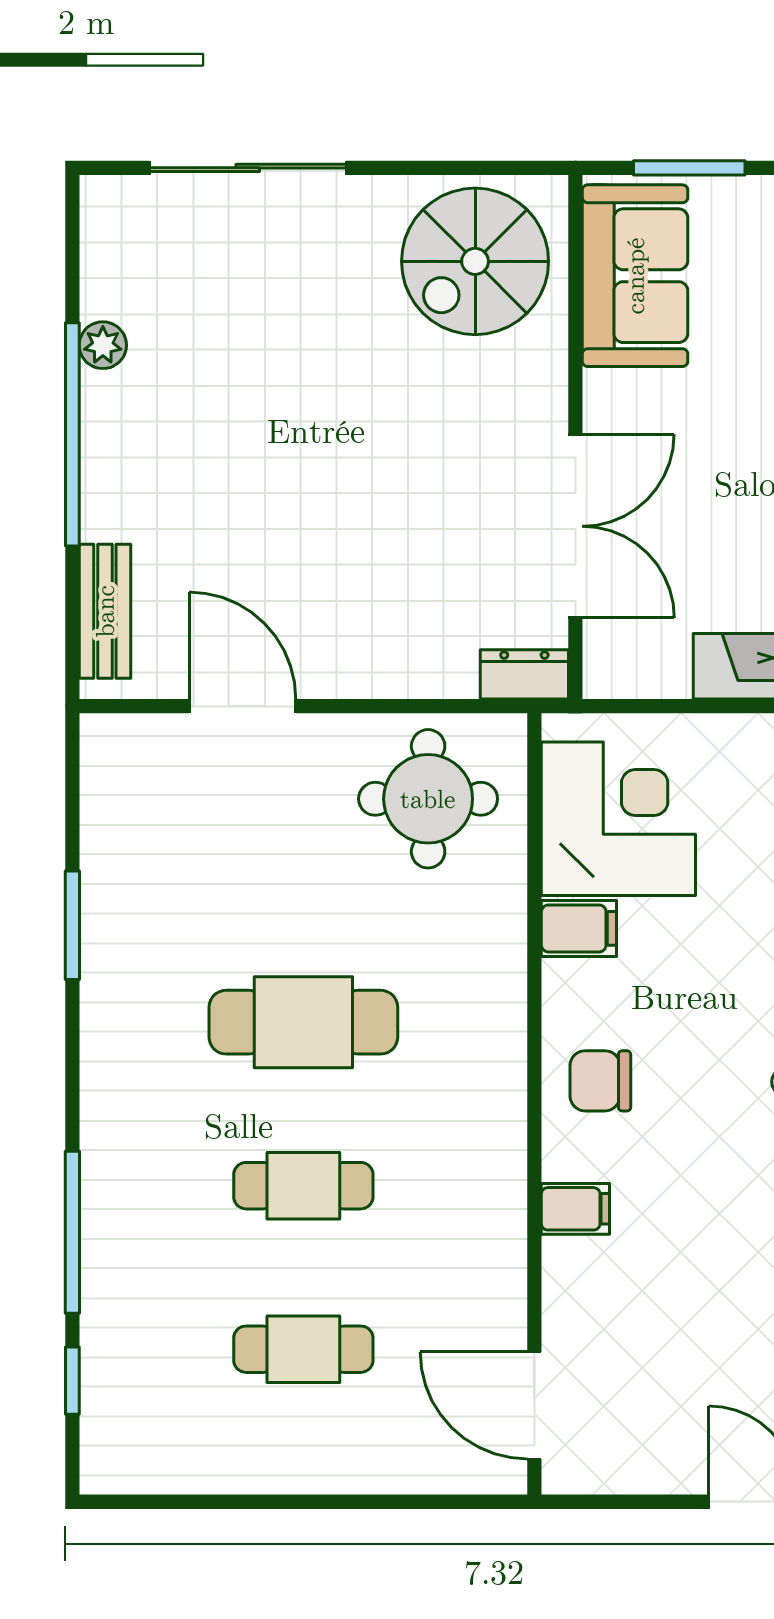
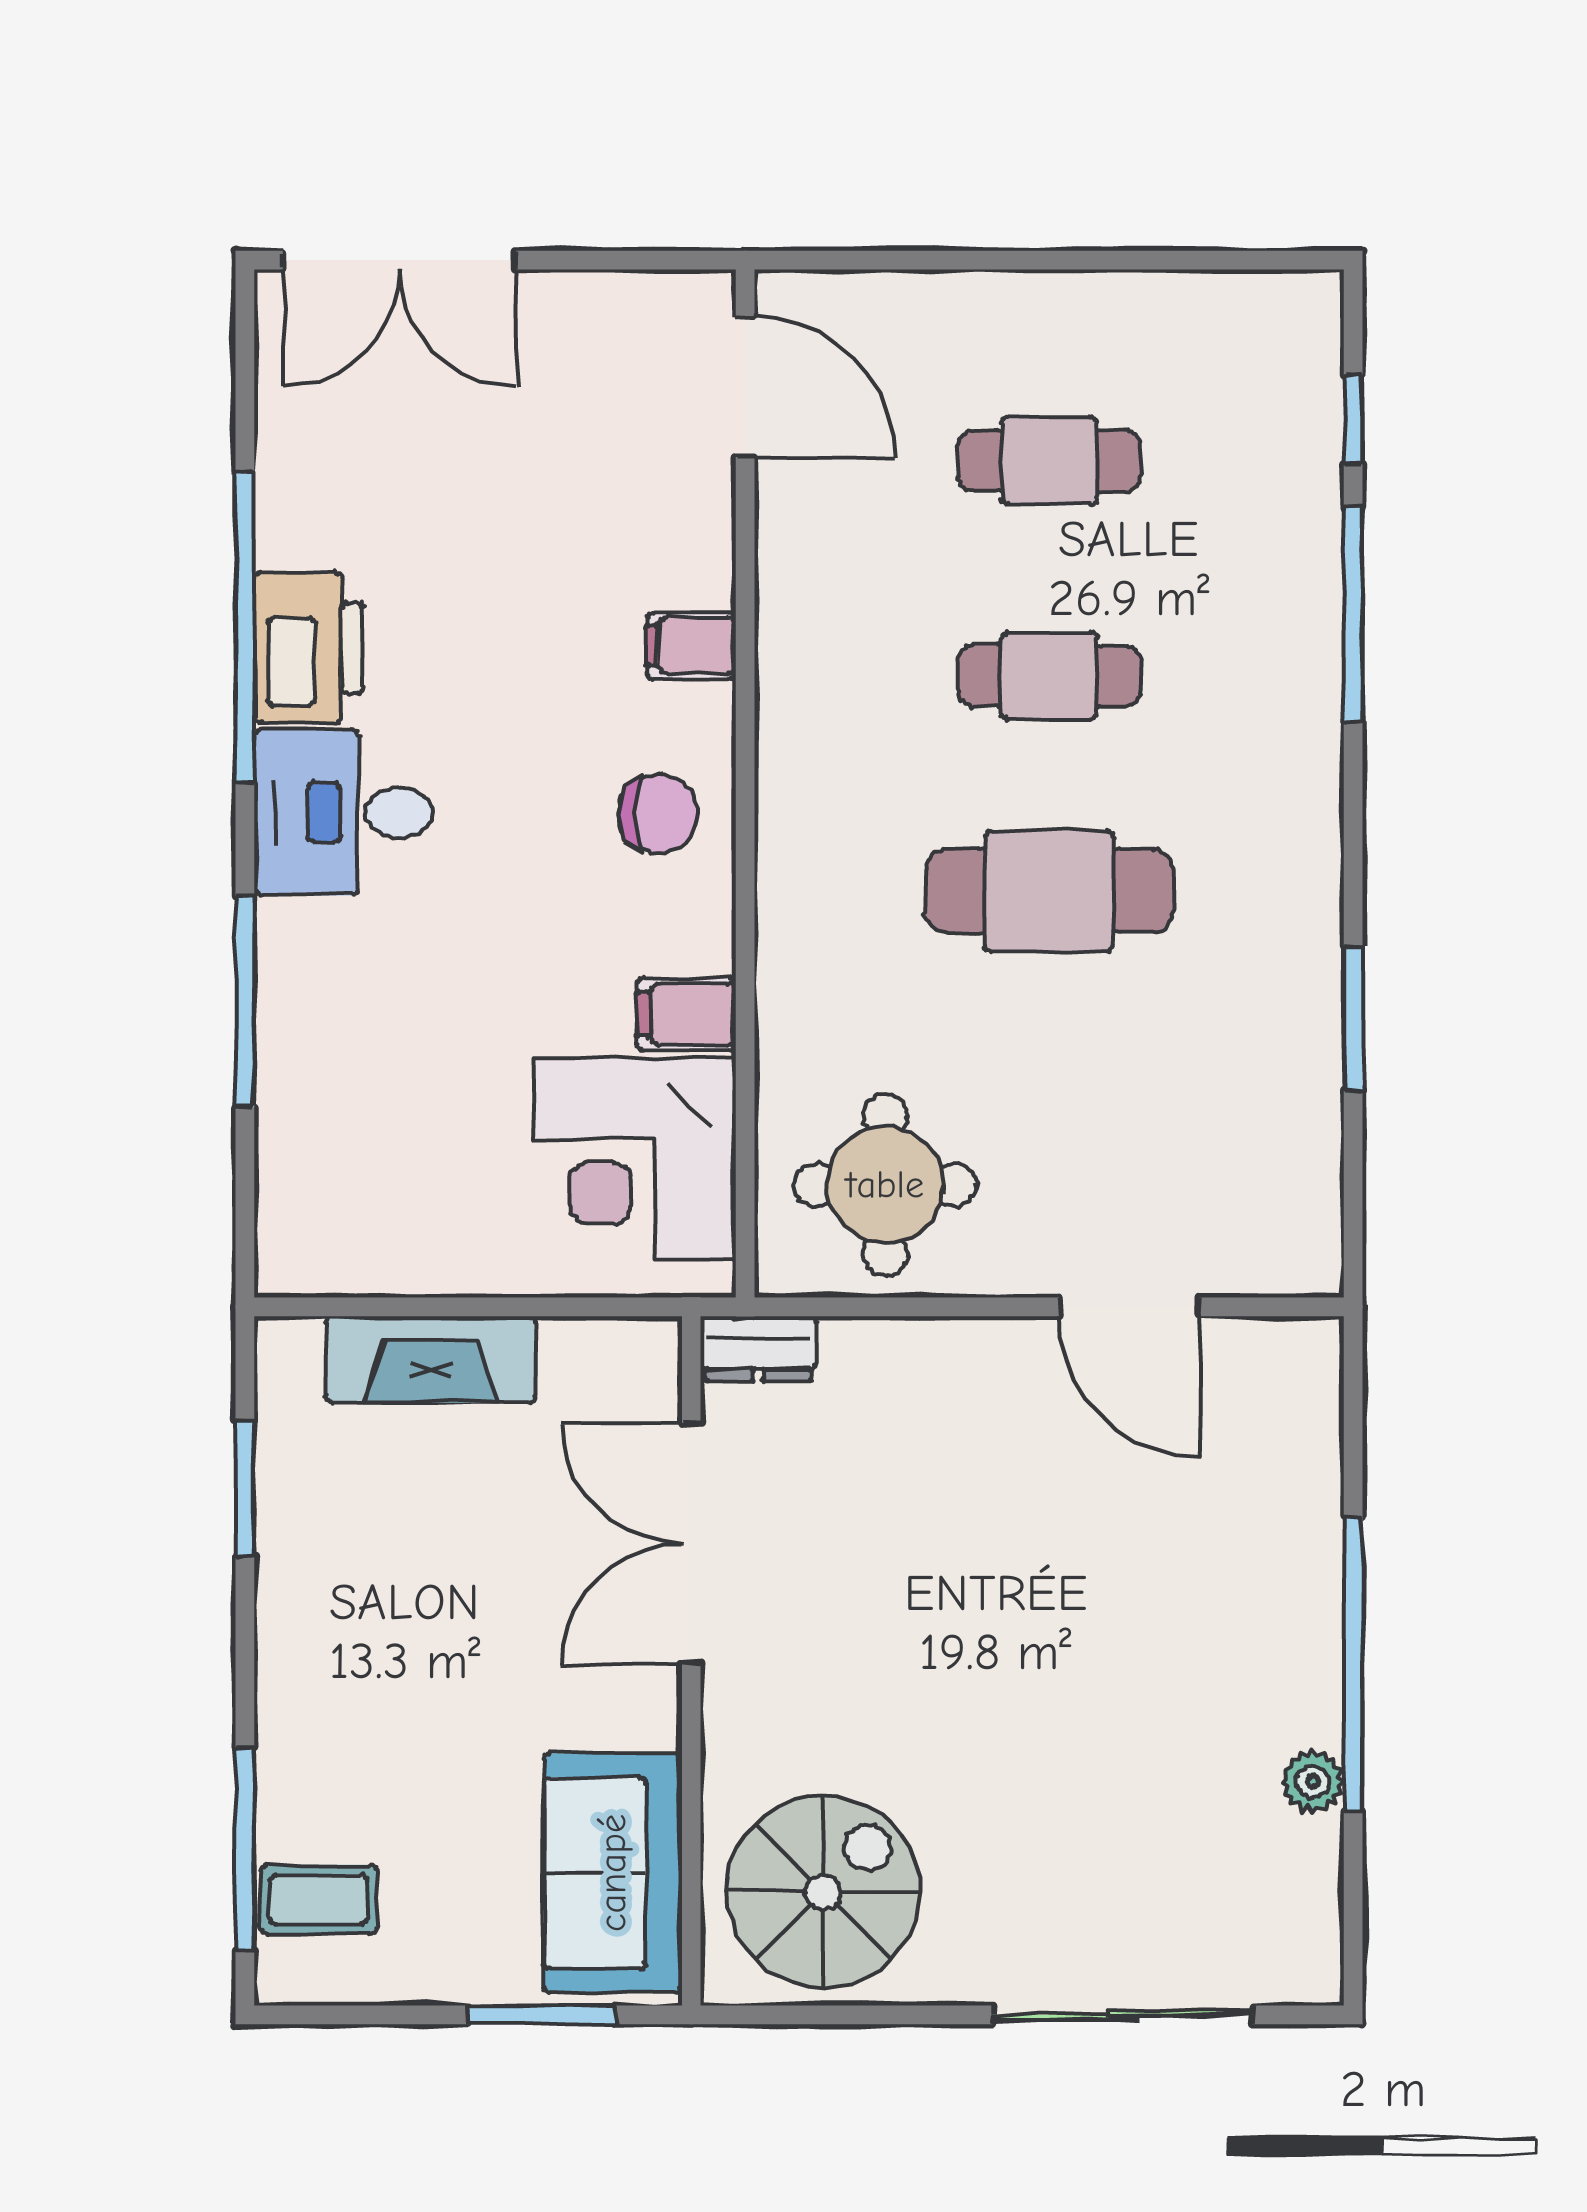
bench: (105, 611) -> (1310, 1432), removed

